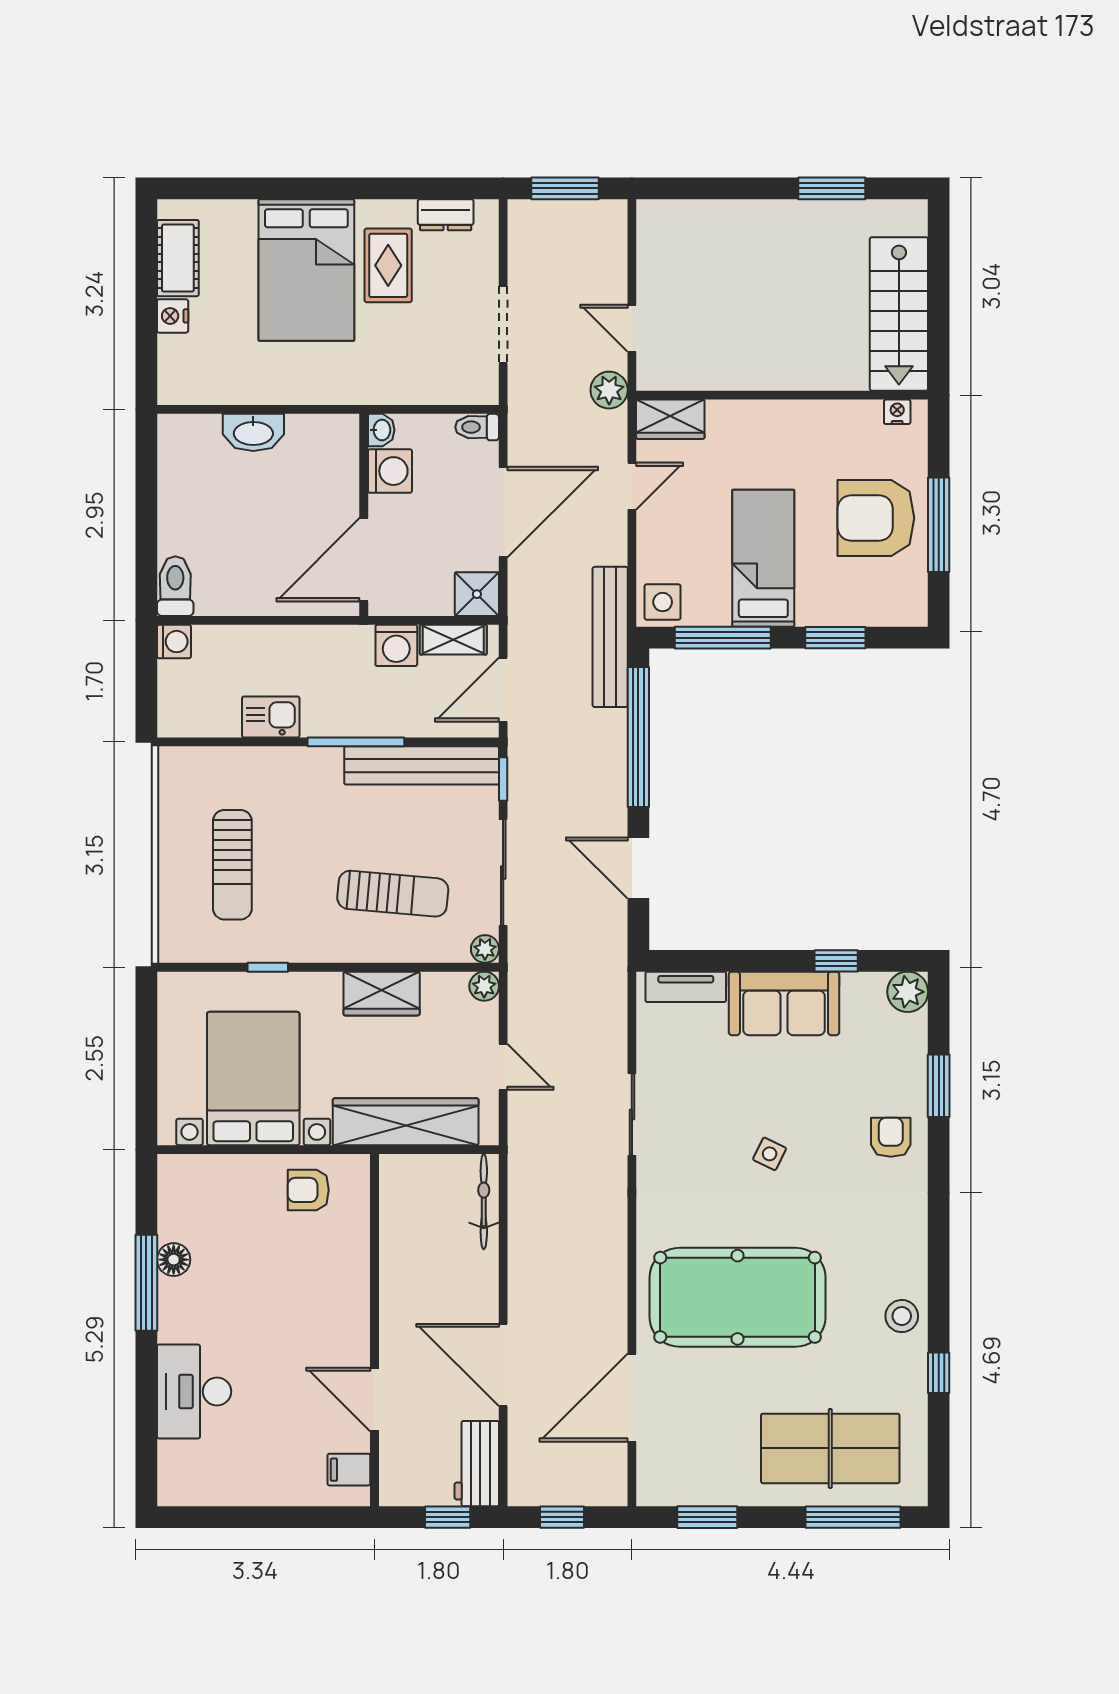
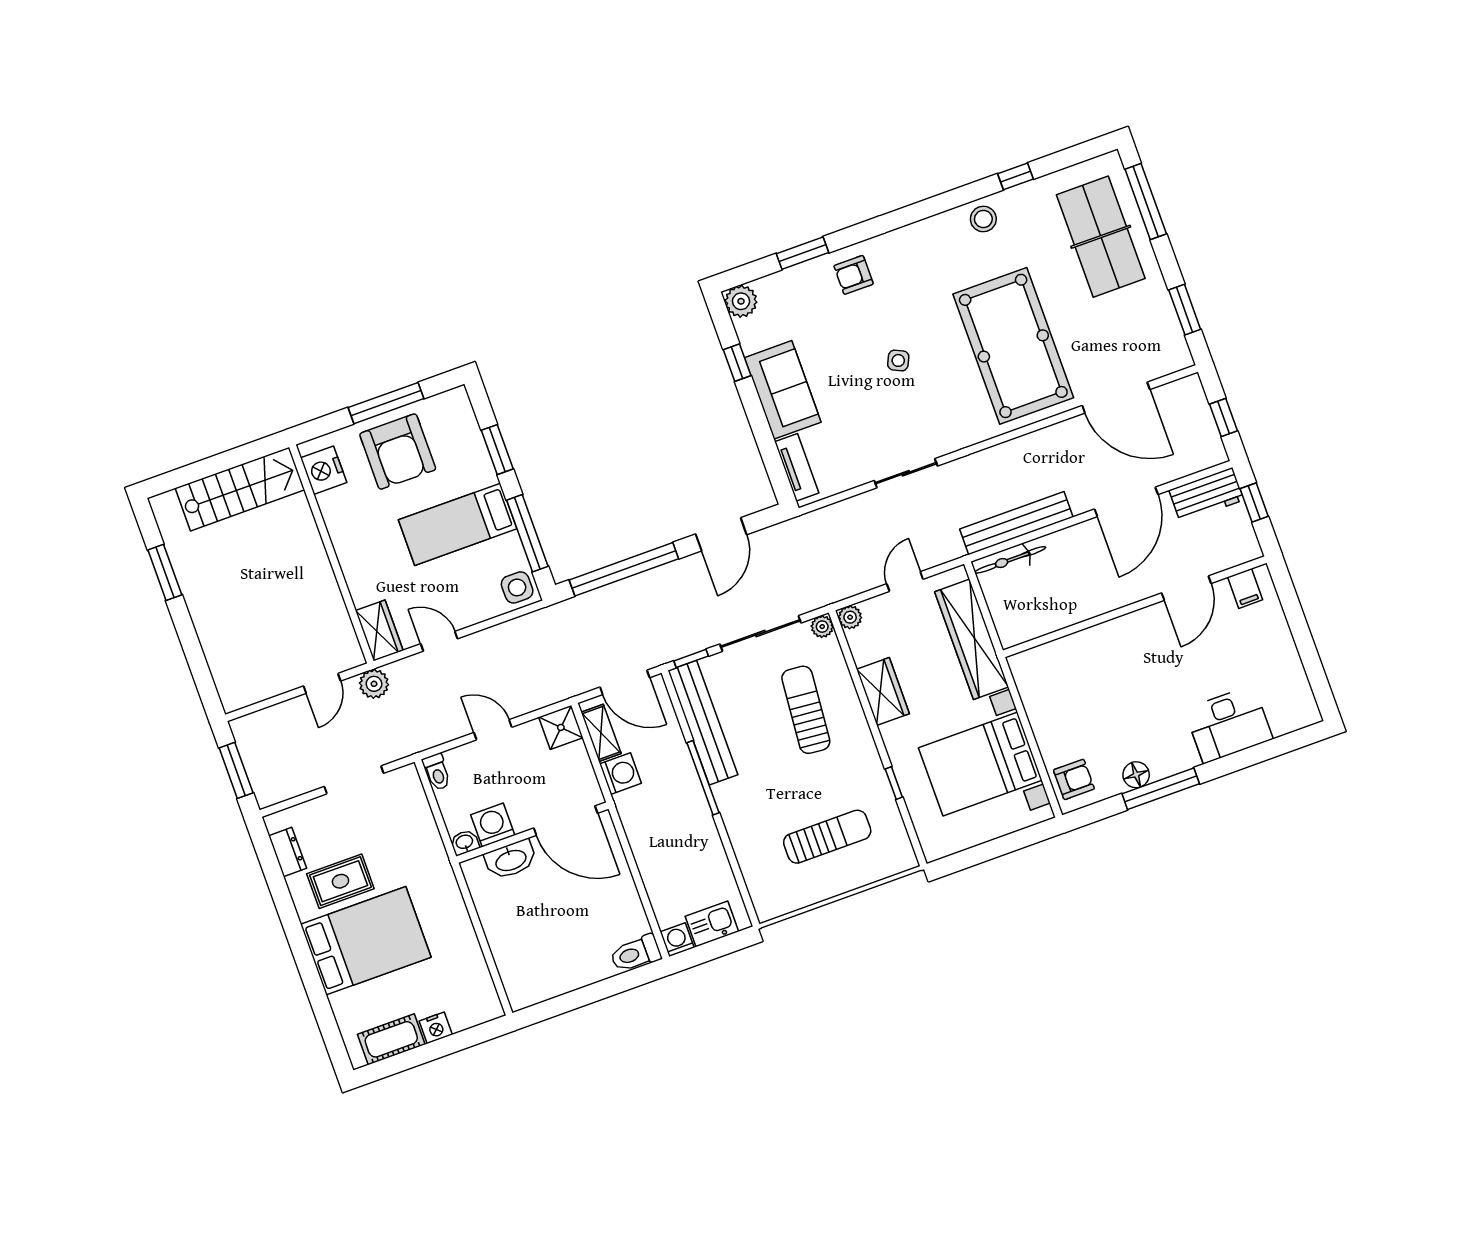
nightstand: (897, 412) -> (324, 470), width x1.89, depth x1.79
washbasin: (253, 432) -> (511, 860), moved, turned 90
door: (503, 512) -> (493, 730), width x0.53
bench: (610, 637) -> (1016, 523), moved
kitchen sink: (271, 717) -> (712, 924), moved, turned 90
armchair: (308, 1190) -> (1074, 779), moved, turned -90

